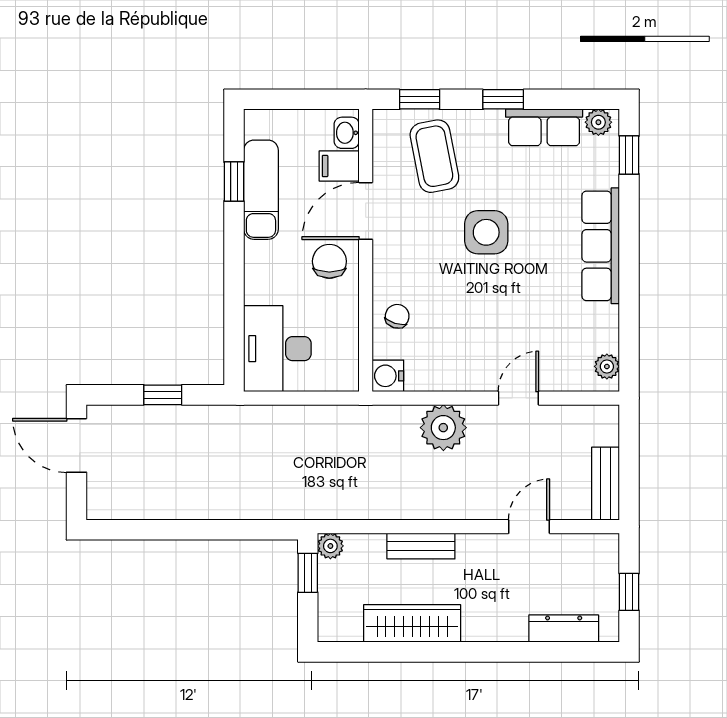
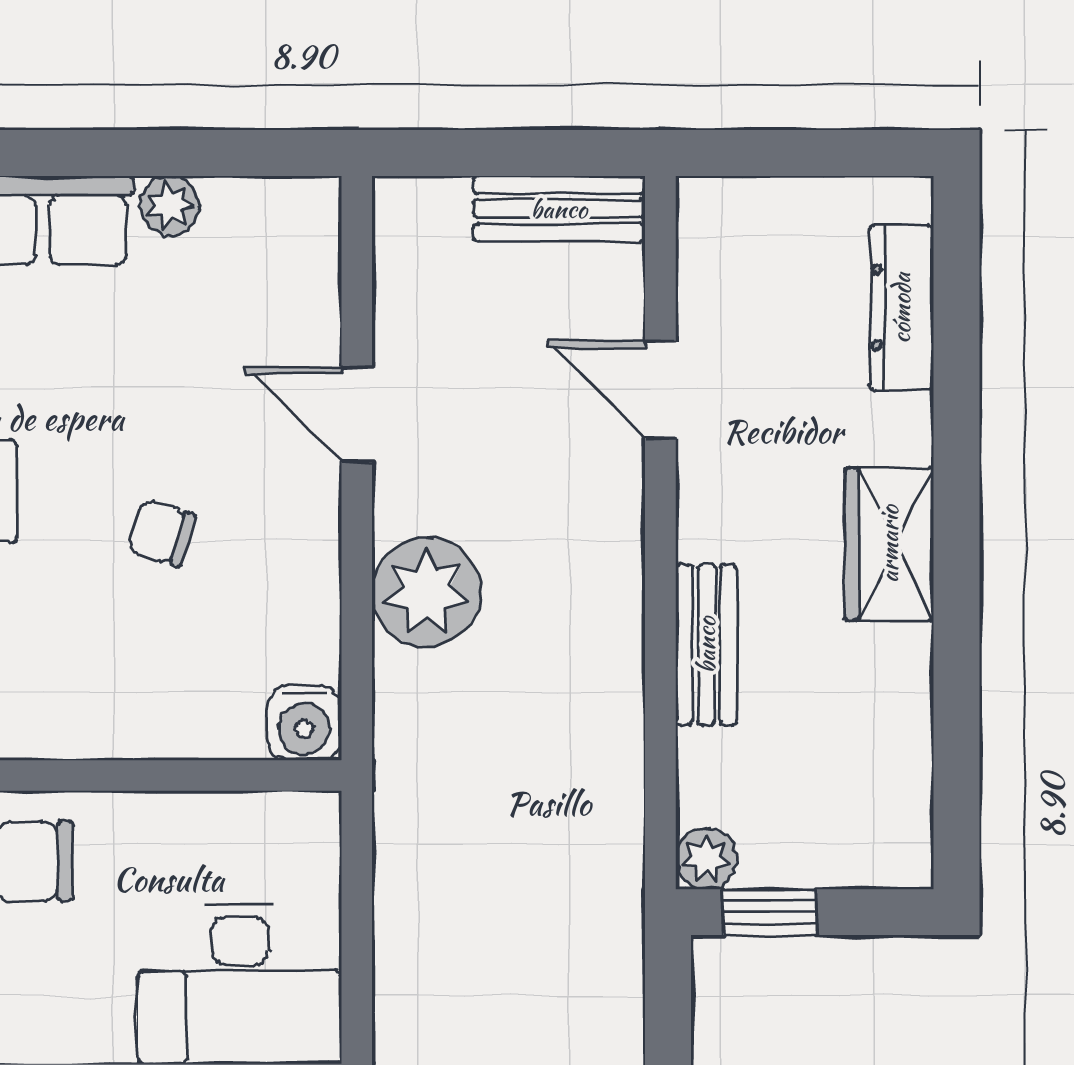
chair: (397, 316) -> (161, 533), moved
plant: (607, 366) -> (169, 205), moved
window: (629, 592) -> (815, 153), removed
wardrobe: (412, 623) -> (889, 544), moved, width x0.67

